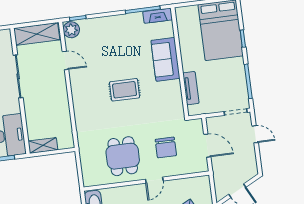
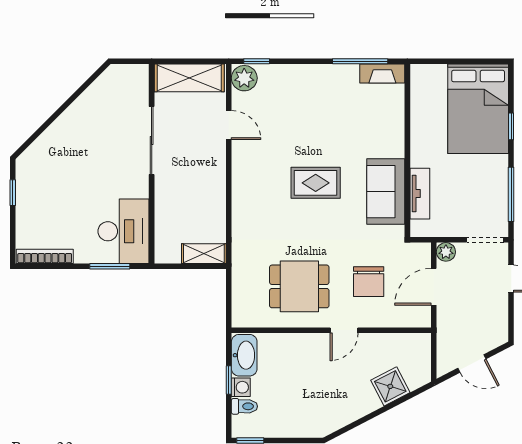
sofa: (165, 59) -> (386, 192), moved
plant: (212, 123) -> (446, 252), added
shelving: (43, 145) -> (204, 254), moved
door: (207, 146) -> (434, 287), swing flipped
dining table: (123, 156) -> (299, 286), turned 90

